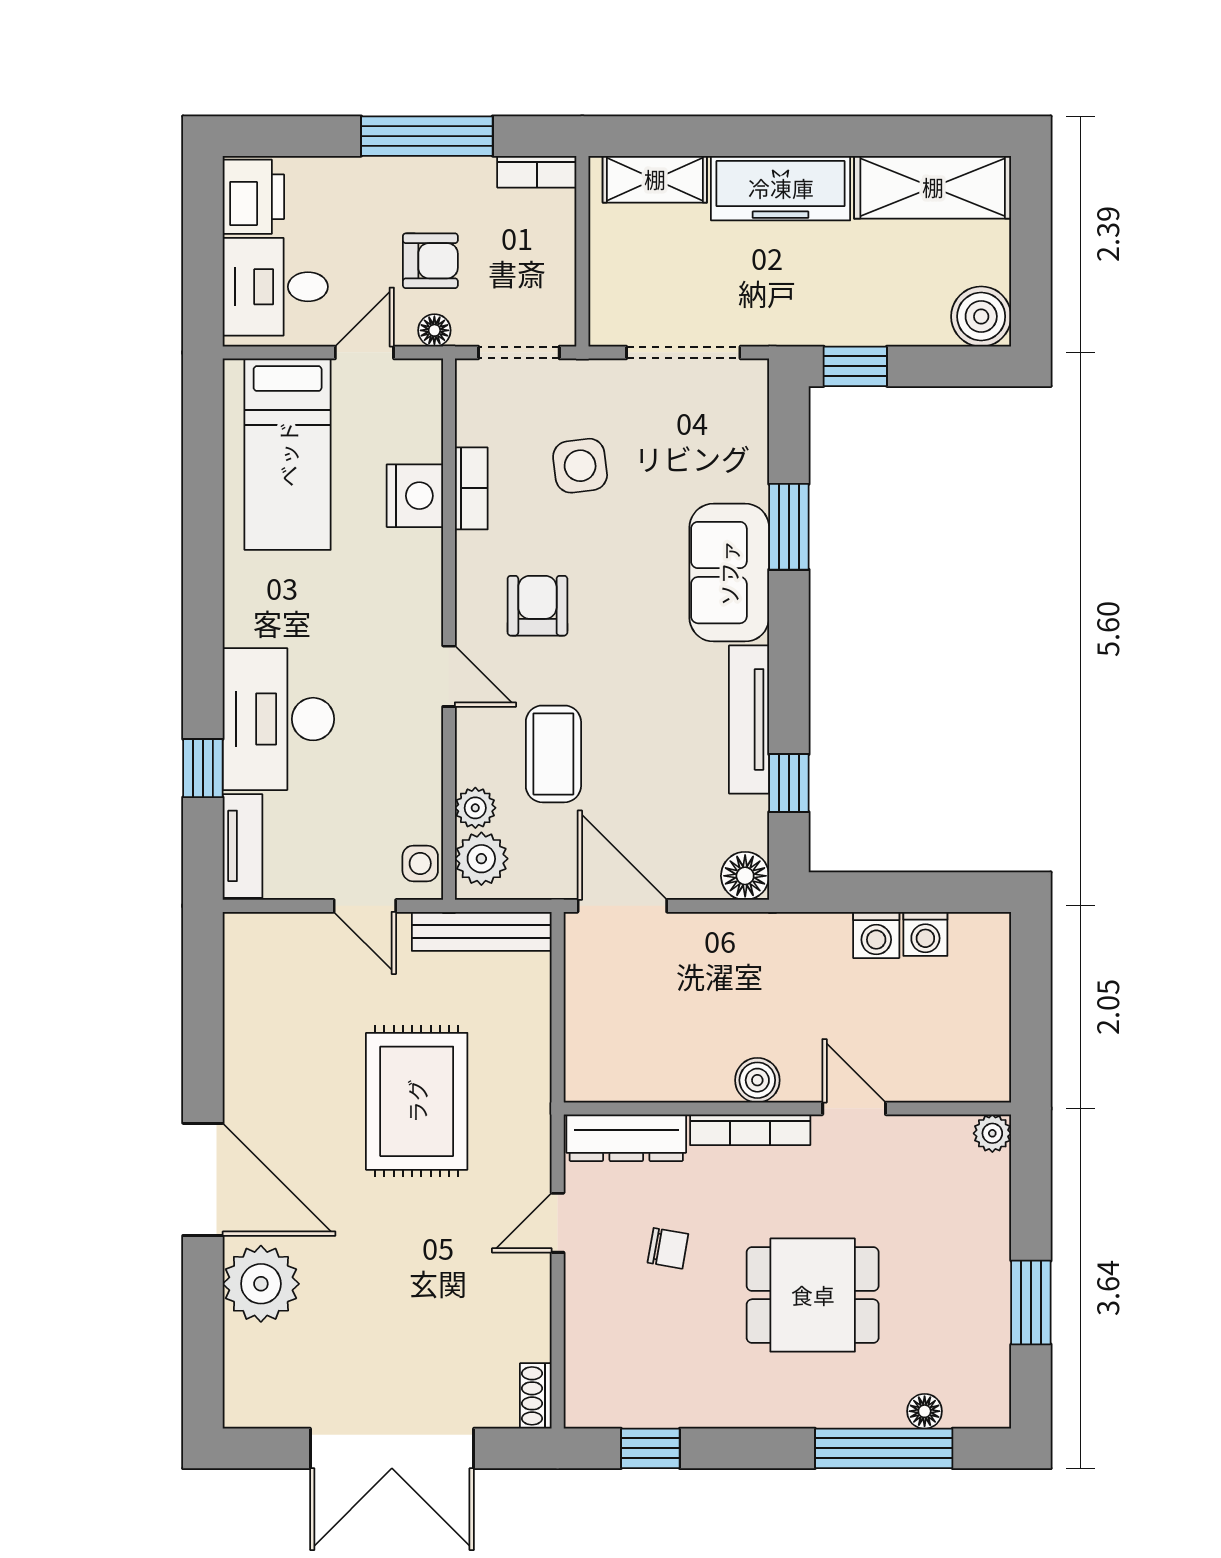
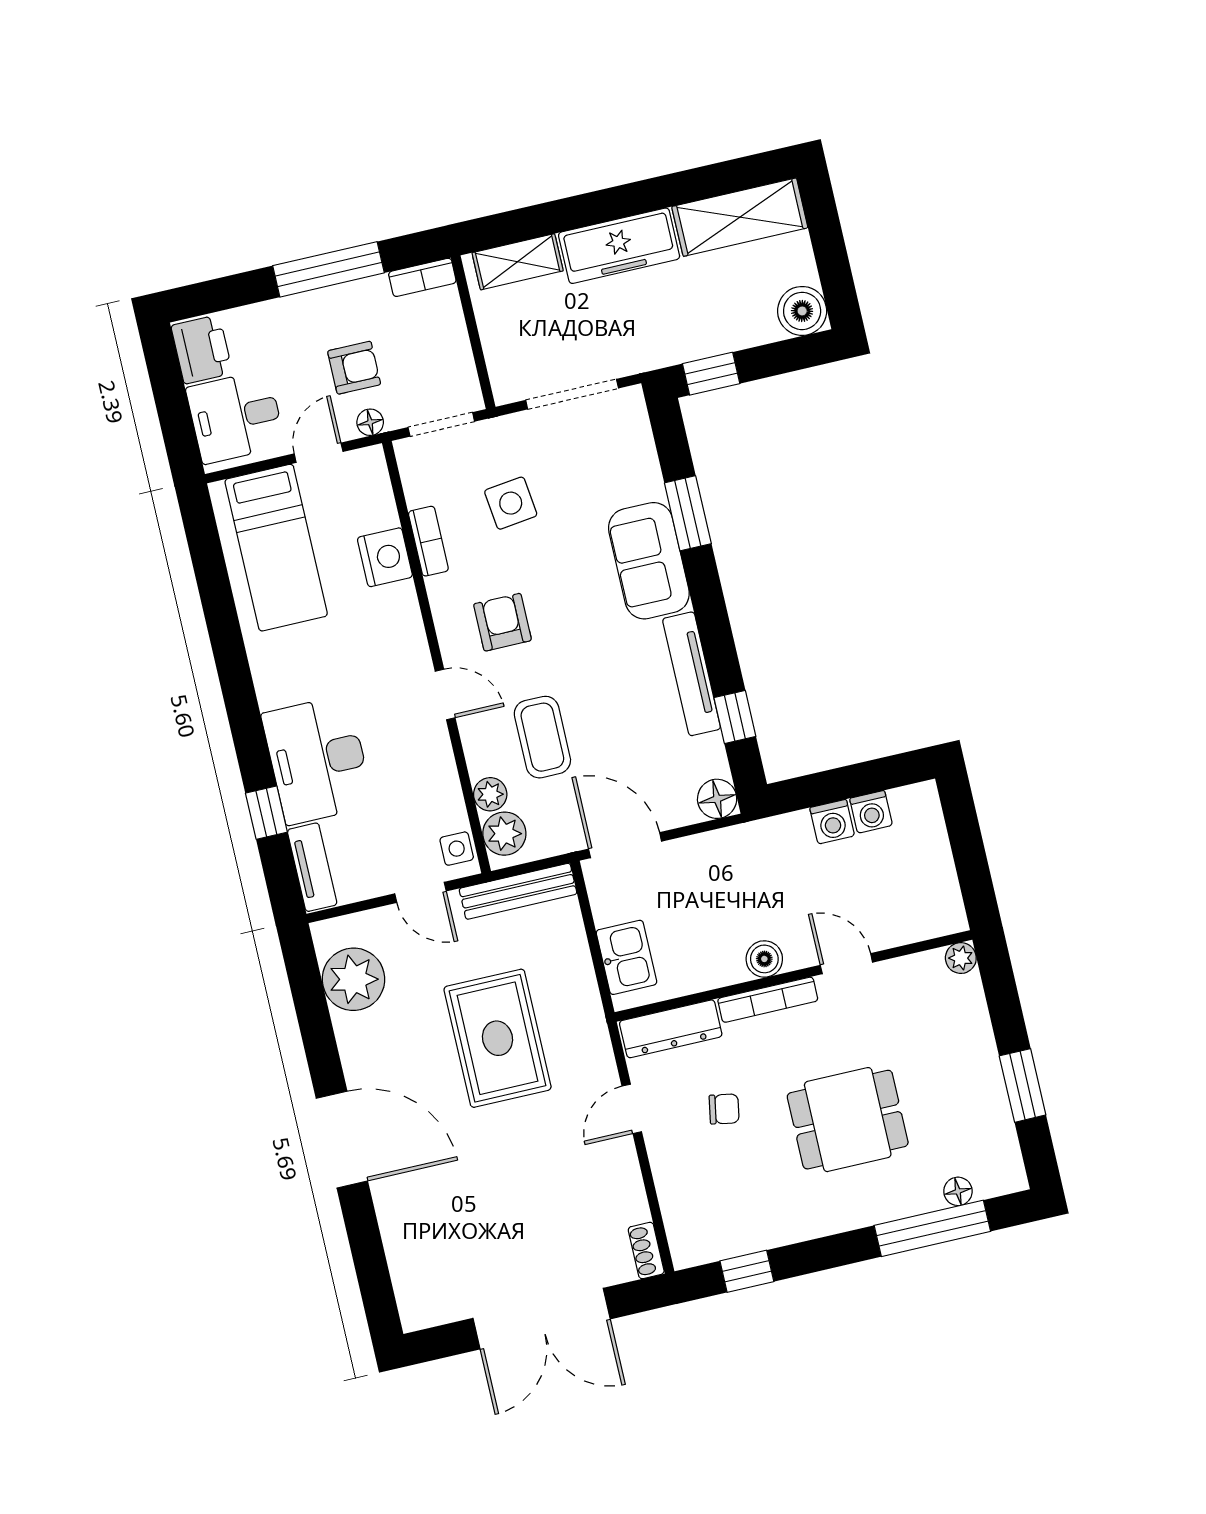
kitchen sink: (593, 1040) -> (626, 957), added
plant: (261, 1284) -> (353, 979), moved

